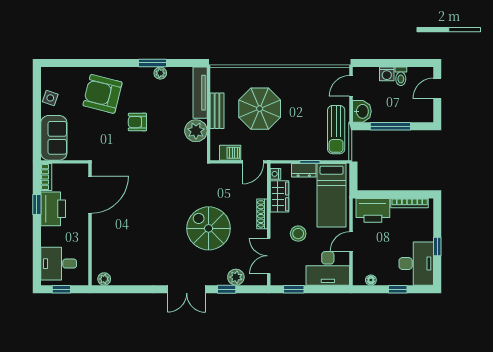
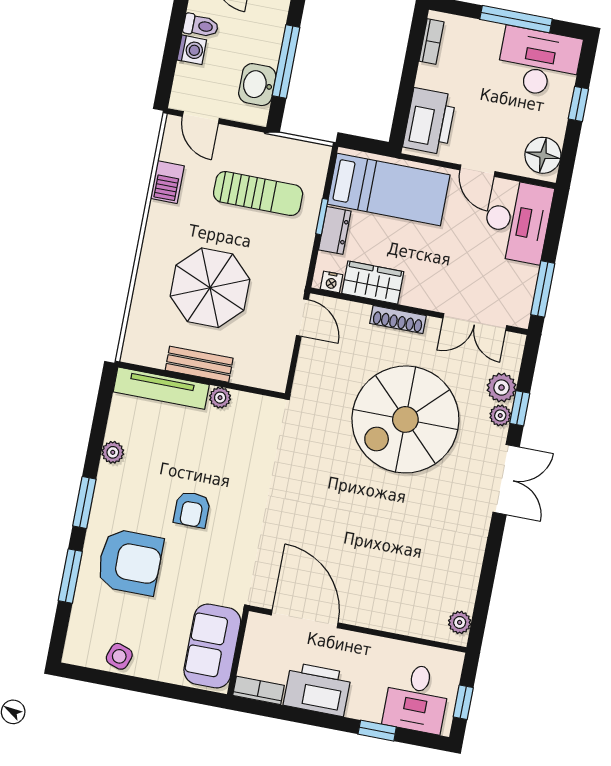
window: (89, 63) -> (70, 576), added
window: (153, 63) -> (84, 503), moved
armchair: (103, 94) -> (130, 562), turned -104
washbasin: (362, 111) -> (257, 85), moved, turned -90
sun lounger: (336, 130) -> (258, 193), moved
plant: (196, 131) -> (220, 398), width x0.53, depth x0.53
sofa: (54, 138) -> (212, 646), moved, turned -90
barbecue: (230, 153) -> (167, 182), moved, turned 180
bookcase: (410, 203) -> (431, 42), width x0.64
window: (37, 205) -> (377, 731), moved
spiral stairs: (209, 228) -> (405, 419), width x1.37, depth x1.37
stool: (298, 234) -> (445, 262), removed
window: (437, 247) -> (516, 19), width x2.17
plant: (221, 279) -> (500, 415), added
floor lamp: (371, 280) -> (543, 155), width x1.89, depth x1.89
window: (294, 289) -> (543, 289), width x1.50

